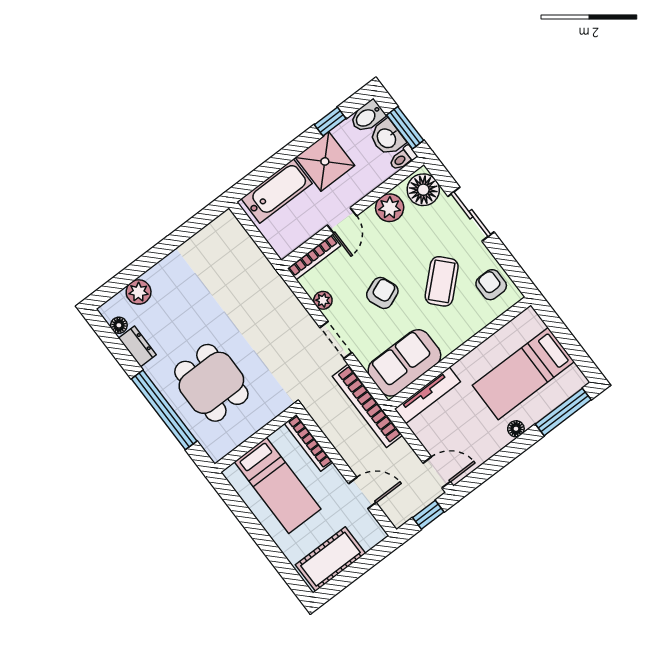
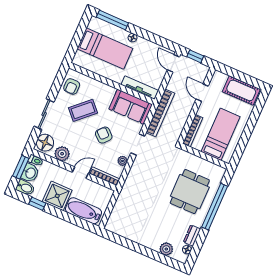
armchair: (382, 293) -> (104, 135), turned 64

